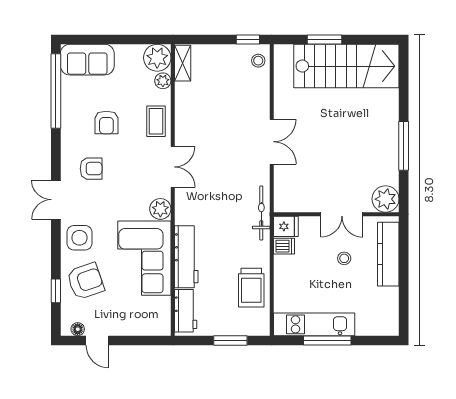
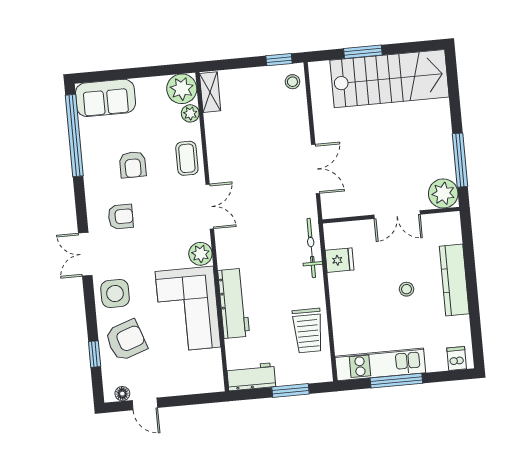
plant: (386, 199) -> (443, 193), moved
wall: (336, 214) -> (391, 215), moved
double door: (342, 214) -> (397, 215), moved
dishwasher: (284, 246) -> (457, 358), moved, turned -90
workbench: (186, 311) -> (251, 377), moved, turned -90

